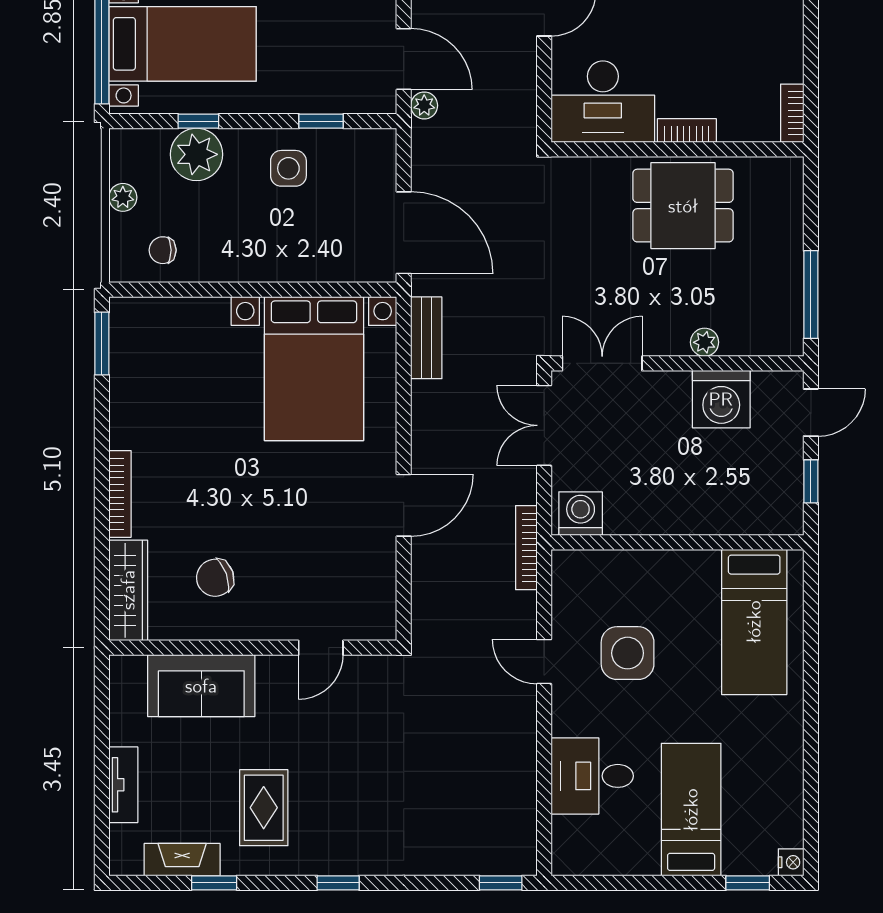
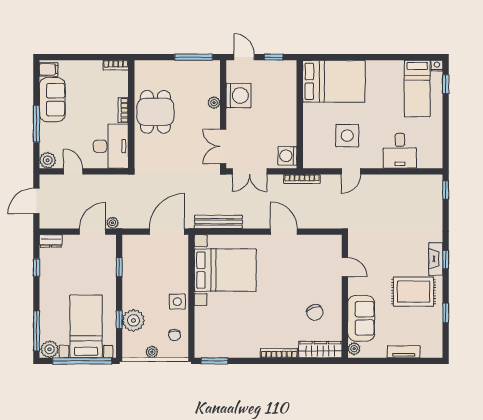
side table: (288, 168) -> (177, 302), moved
bench: (426, 338) -> (218, 222), width x1.36
bed: (754, 622) -> (334, 81), width x1.50
plant: (131, 669) -> (354, 349), added
rug: (264, 808) -> (414, 292), width x1.36, depth x1.43
bed: (691, 810) -> (417, 88), moved, turned -90
fireplace: (182, 860) -> (436, 259), moved

